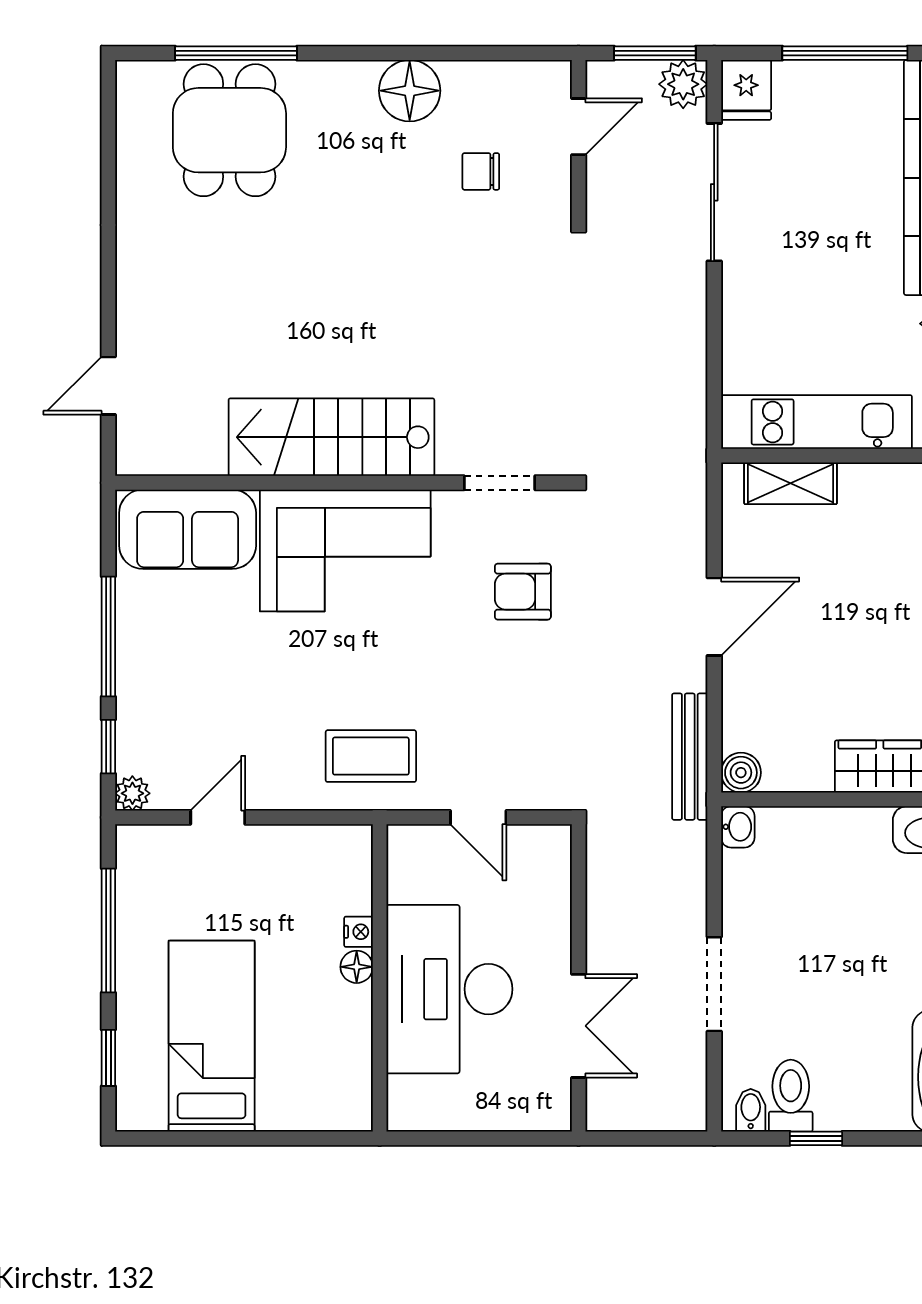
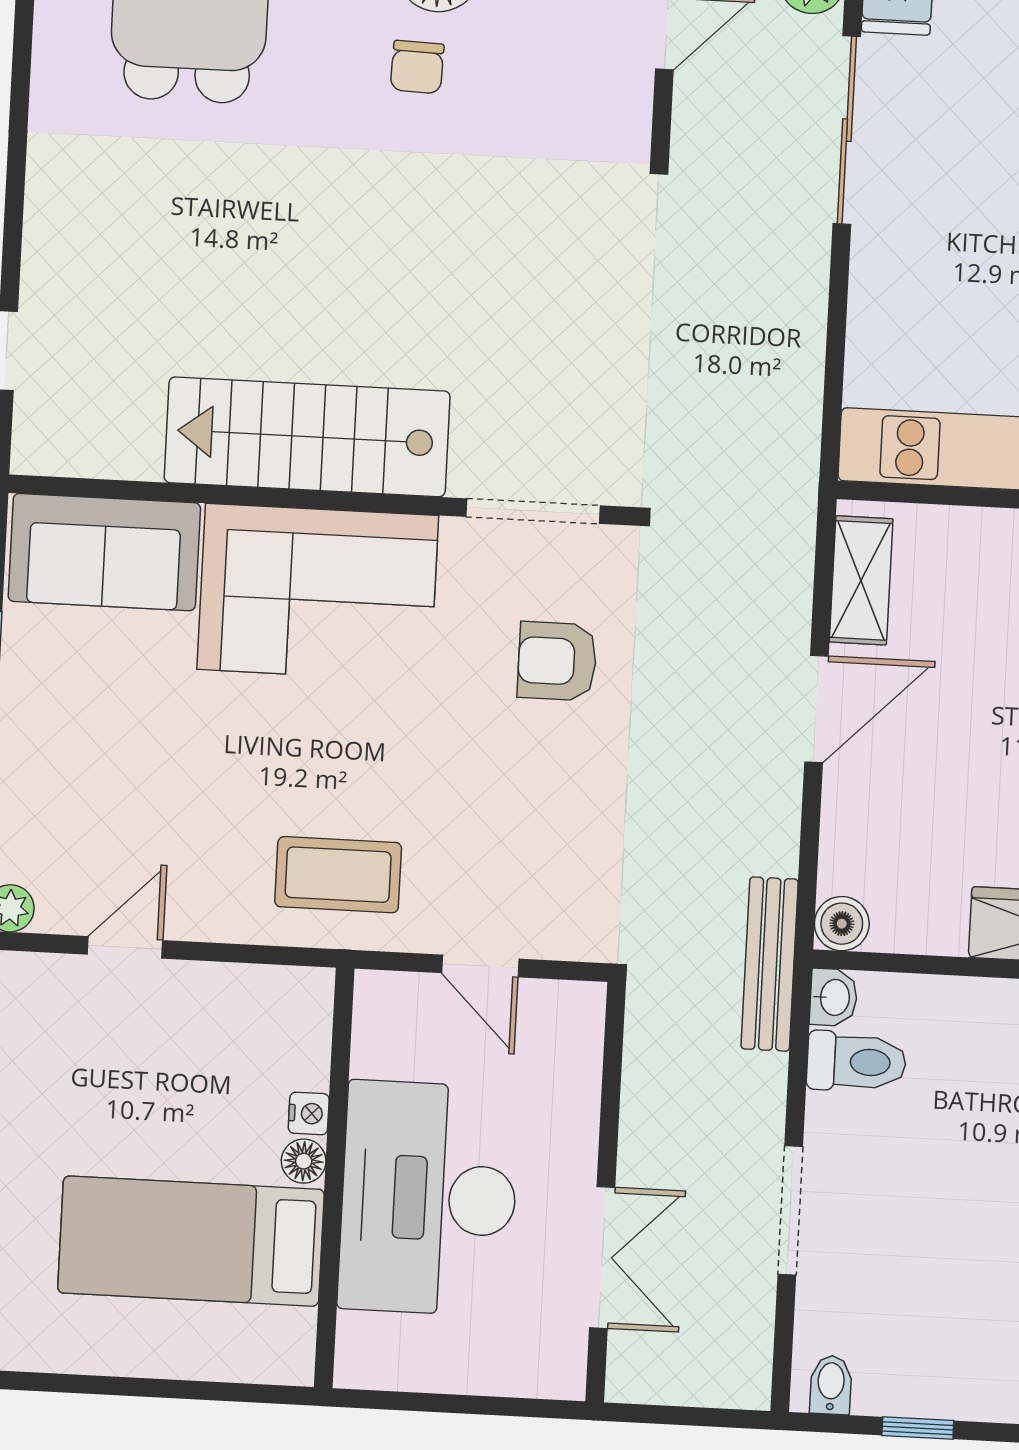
chair: (481, 171) -> (417, 67), moved, turned -88
doorway: (499, 483) -> (533, 511), width x1.38
shelving: (791, 483) -> (861, 580), moved, turned 90
bench: (690, 757) -> (770, 964), moved
bed: (212, 1036) -> (191, 1241), moved, turned -90
toilet: (791, 1096) -> (856, 1062), moved, turned 90

